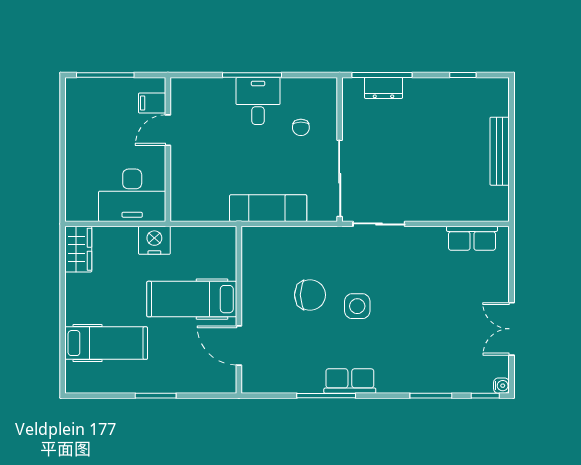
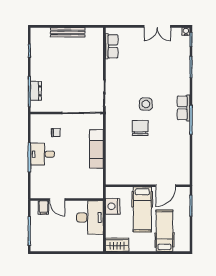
hospital bed: (192, 299) -> (142, 209), moved
wall: (239, 310) -> (148, 186), moved
door: (239, 345) -> (166, 186), moved

